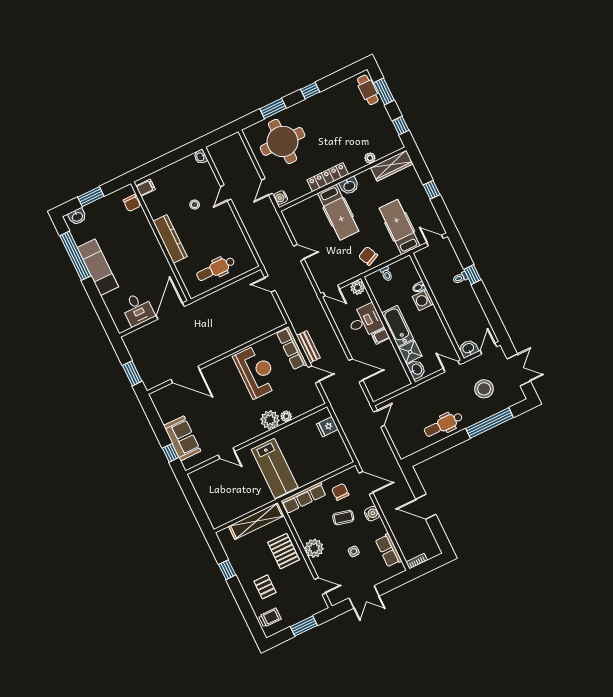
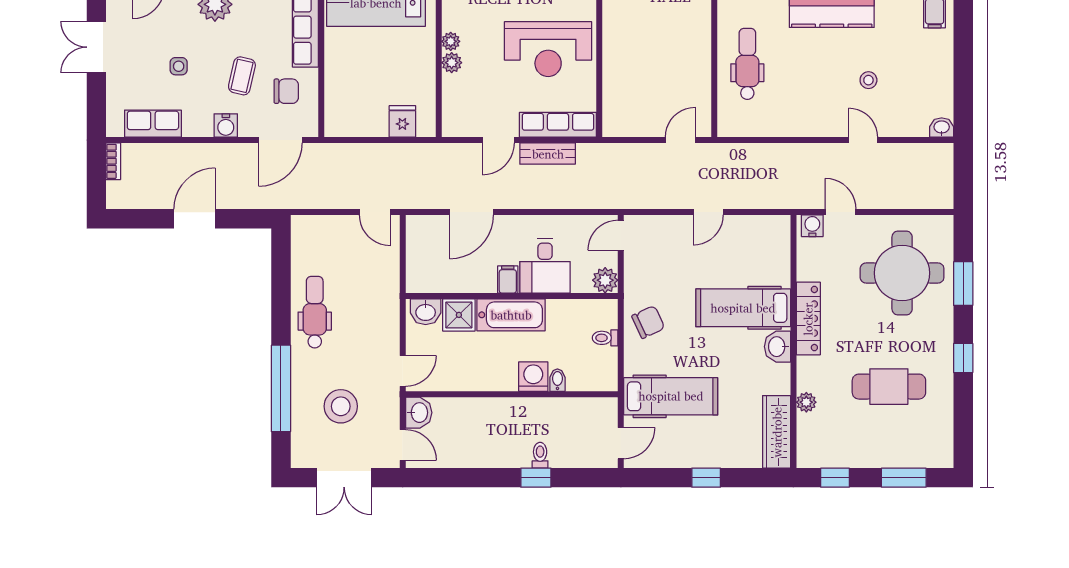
cafe table: (368, 90) -> (889, 387), moved, width x1.37, depth x1.35
plant: (270, 420) -> (451, 41), width x0.53, depth x0.53

